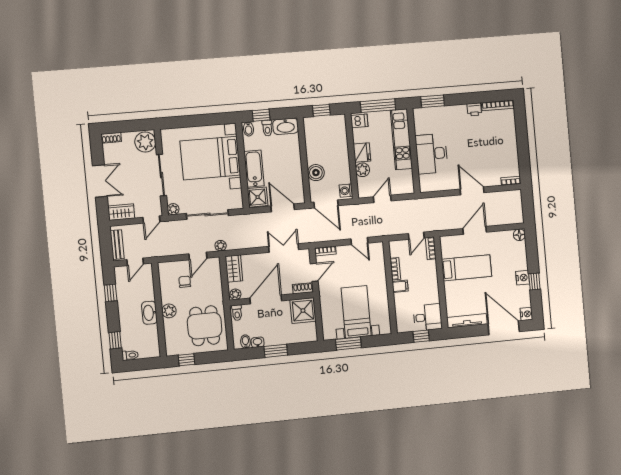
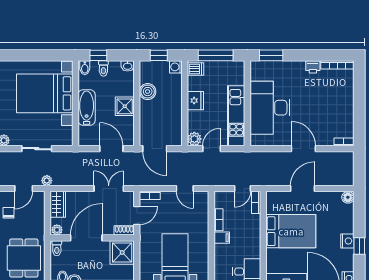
washbasin: (286, 126) -> (128, 66), width x0.52, depth x0.69
kitchen unit: (401, 139) -> (236, 116), moved
desk: (431, 154) -> (270, 108), width x1.36, depth x1.30
plant: (363, 170) -> (194, 139), moved
boiler: (316, 173) -> (148, 92), moved
washing machine: (346, 191) -> (176, 67), moved
shower: (258, 197) -> (125, 106), moved
sliding door: (207, 215) -> (37, 149), width x0.73
bed: (467, 268) -> (291, 231), width x1.50

